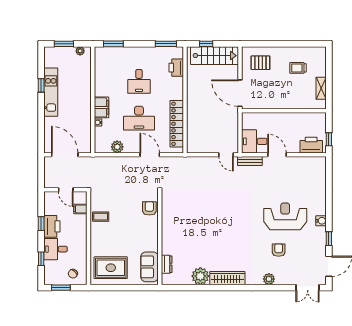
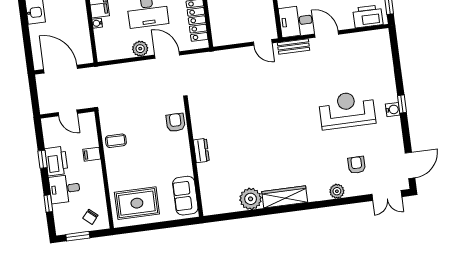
plant: (117, 147) -> (140, 49), moved
filing cabinet: (80, 209) -> (92, 154), moved
window: (329, 239) -> (402, 104), moved
armchair: (279, 250) -> (357, 165), moved
dresser: (167, 264) -> (201, 151), moved

